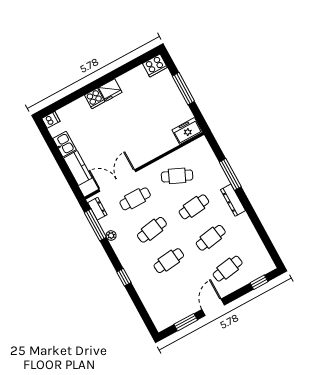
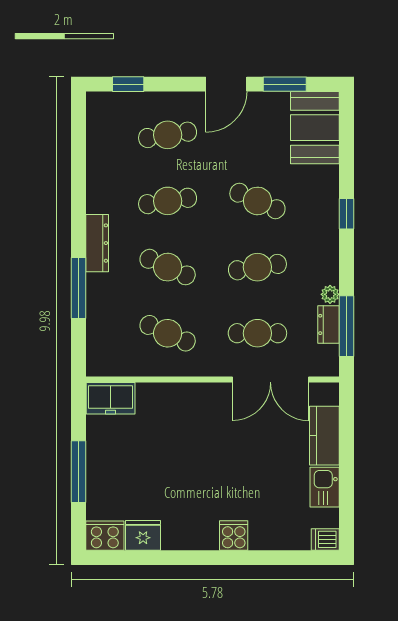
fridge: (110, 90) -> (143, 535), moved
cafe table: (194, 207) -> (168, 267), turned 30
dresser: (97, 209) -> (329, 324), moved
cafe table: (169, 261) -> (257, 201), turned 30
booth: (161, 310) -> (315, 128), added

